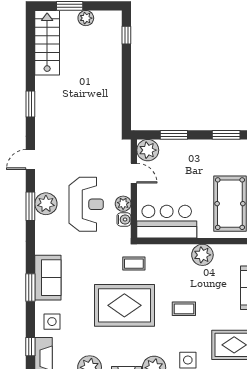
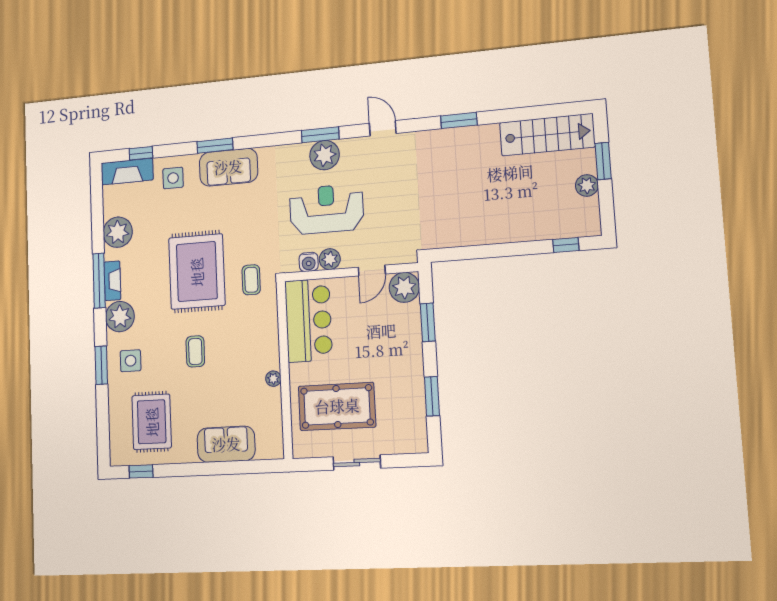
reception desk: (86, 204) -> (326, 209), turned 180
plant: (202, 255) -> (273, 379), width x0.53, depth x0.53

